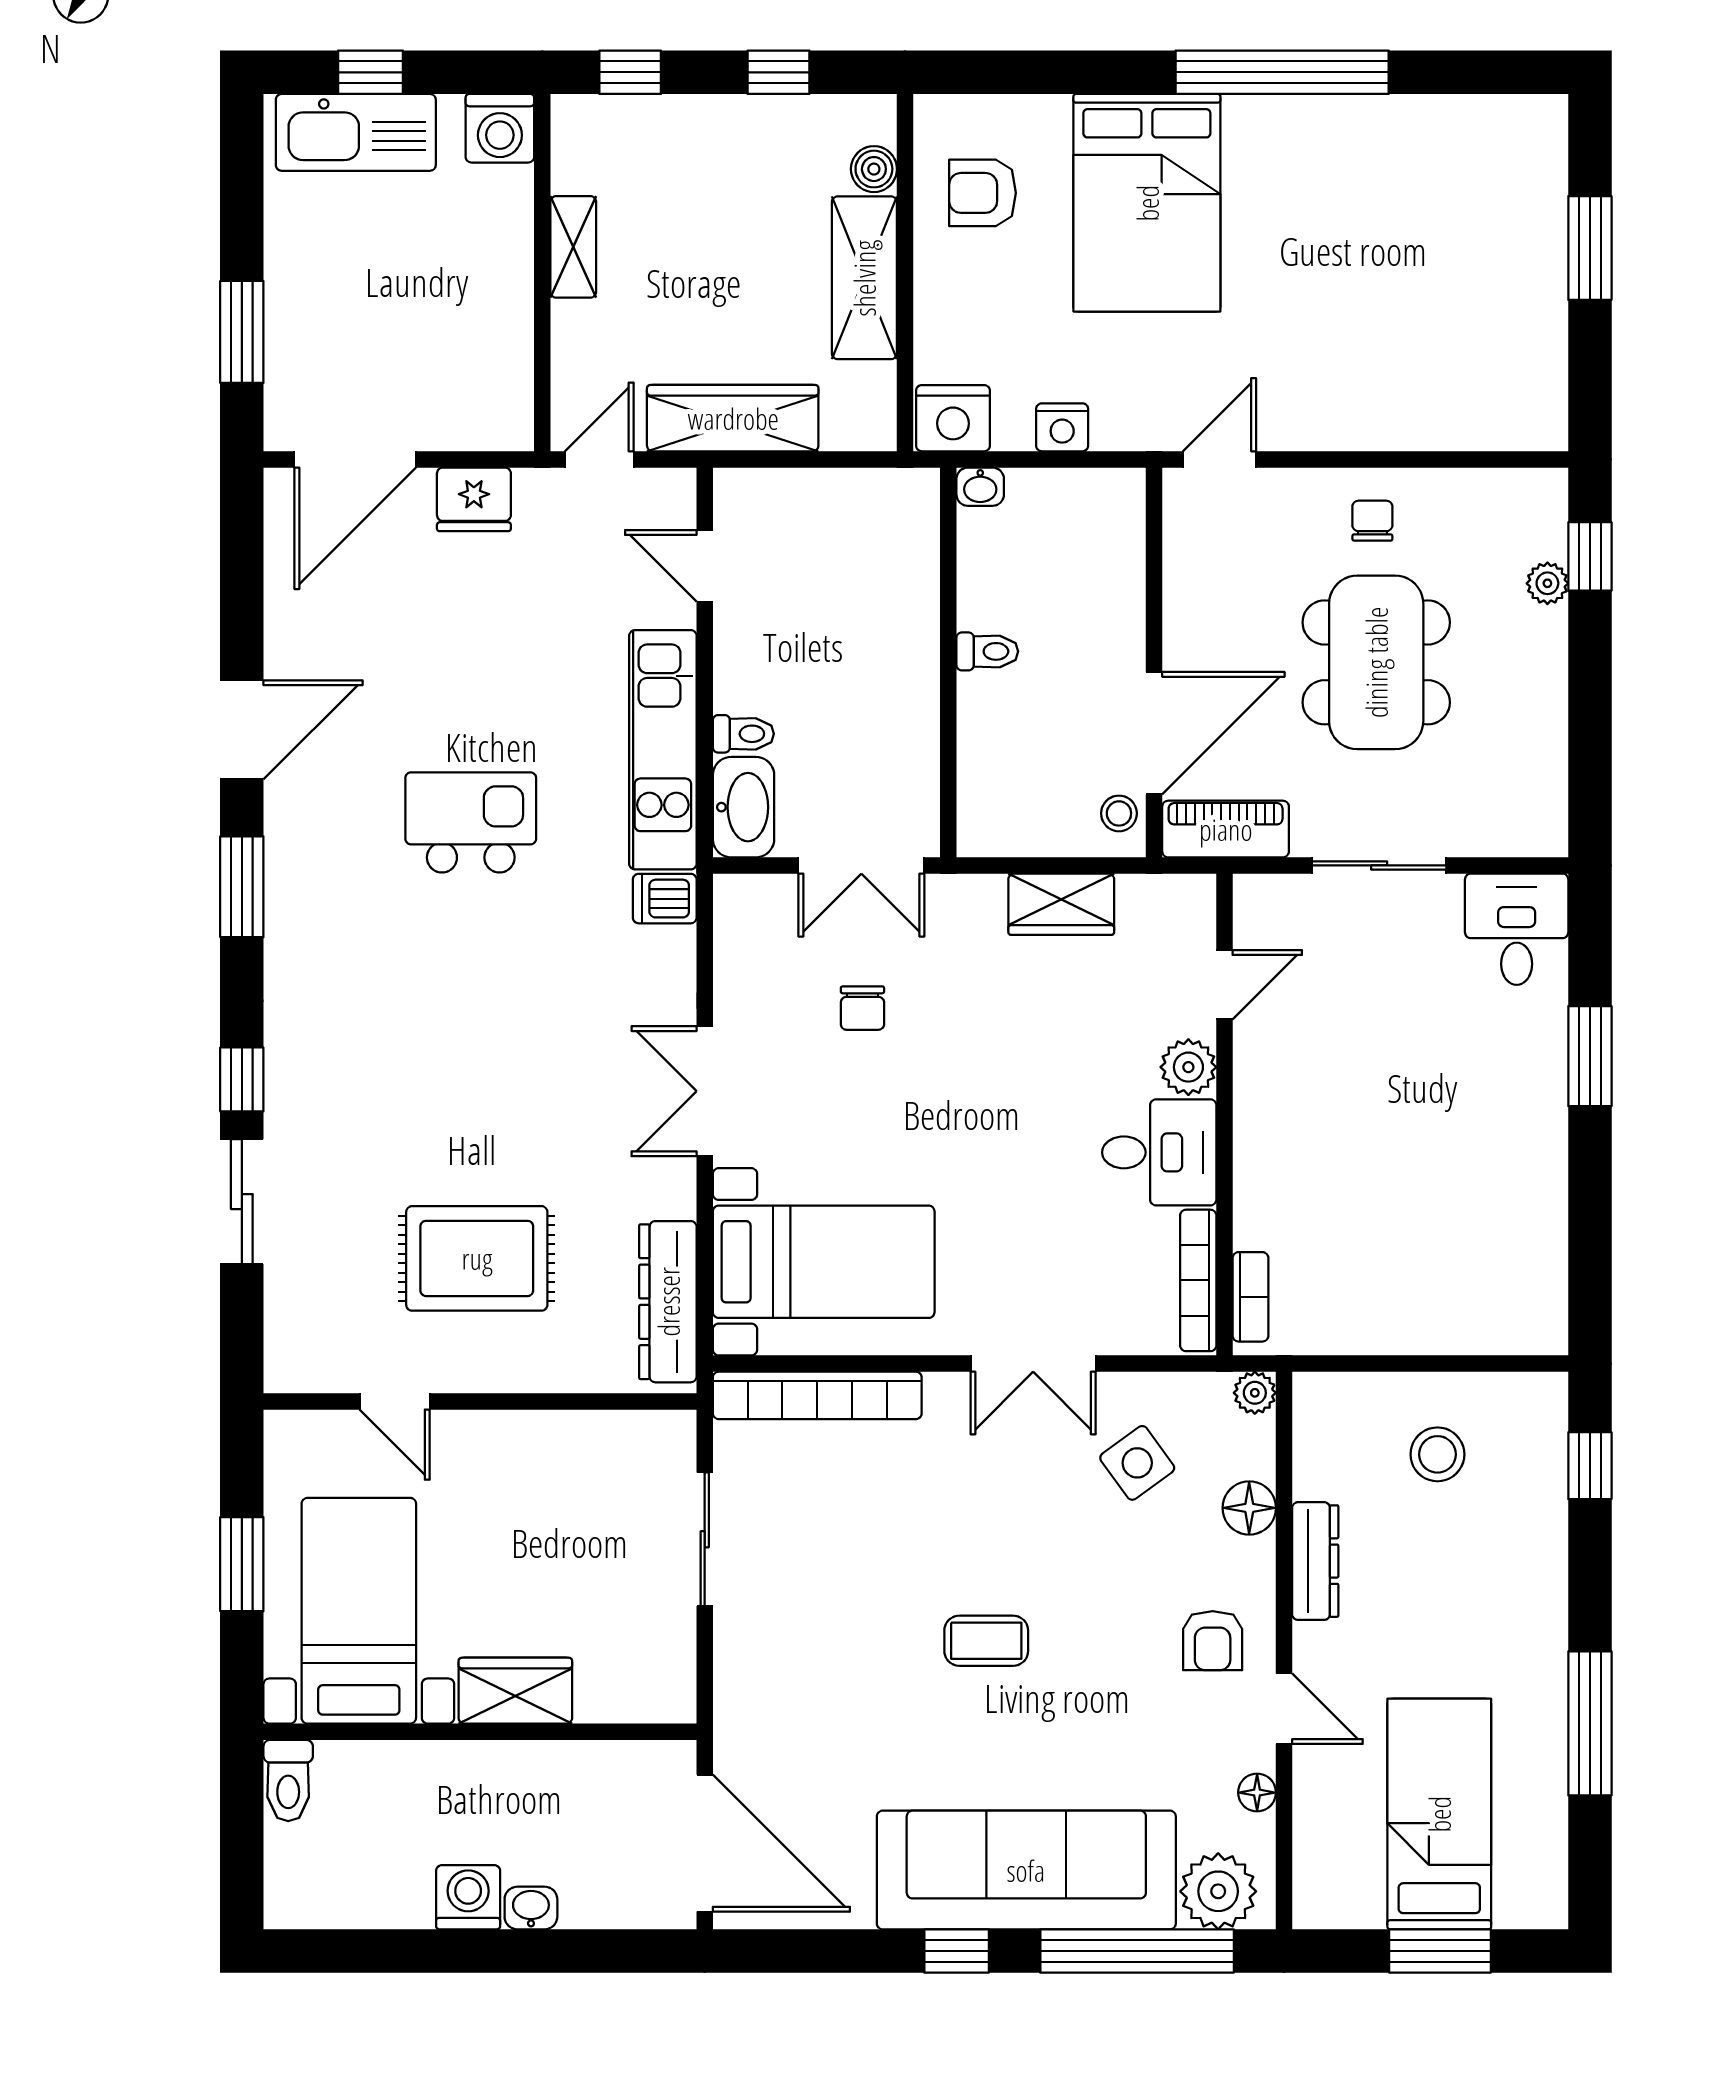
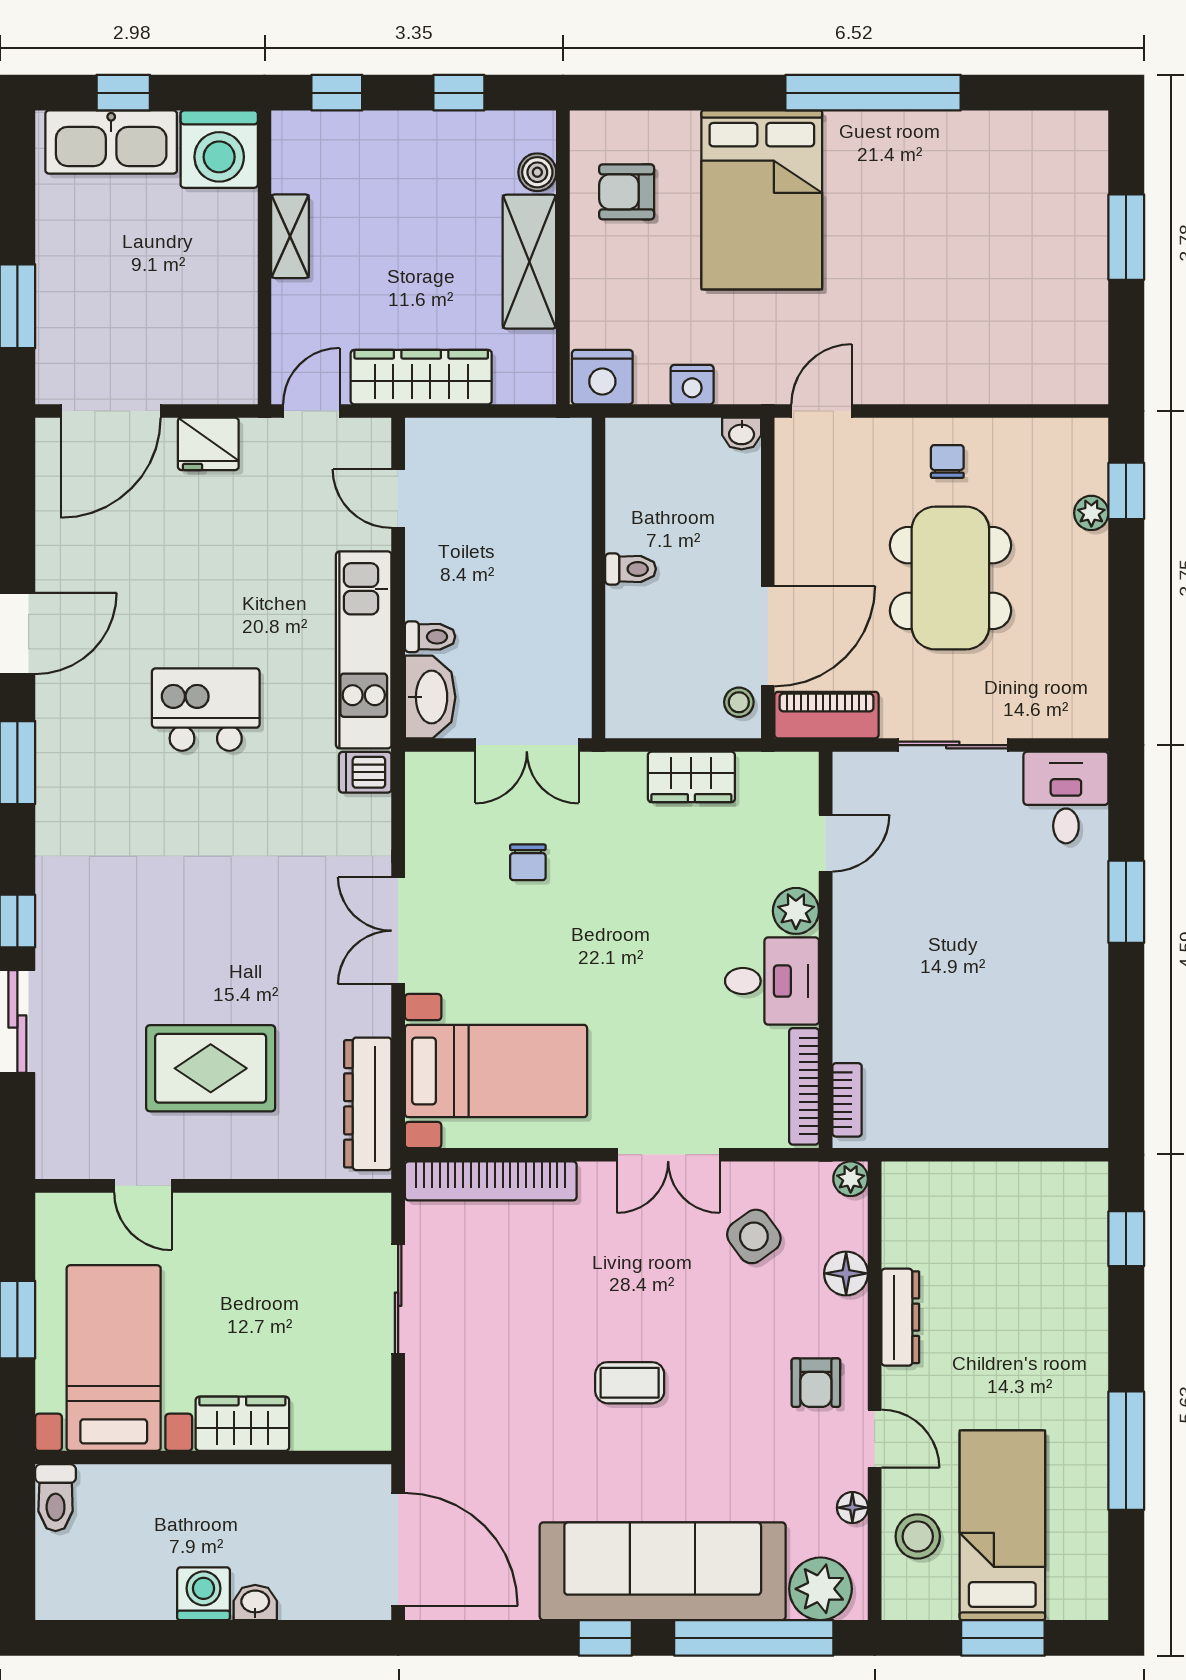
washing machine: (500, 128) -> (219, 149), width x1.37, depth x1.37
washbasin: (980, 487) -> (742, 434), moved
stool: (1437, 1454) -> (918, 1536), moved

